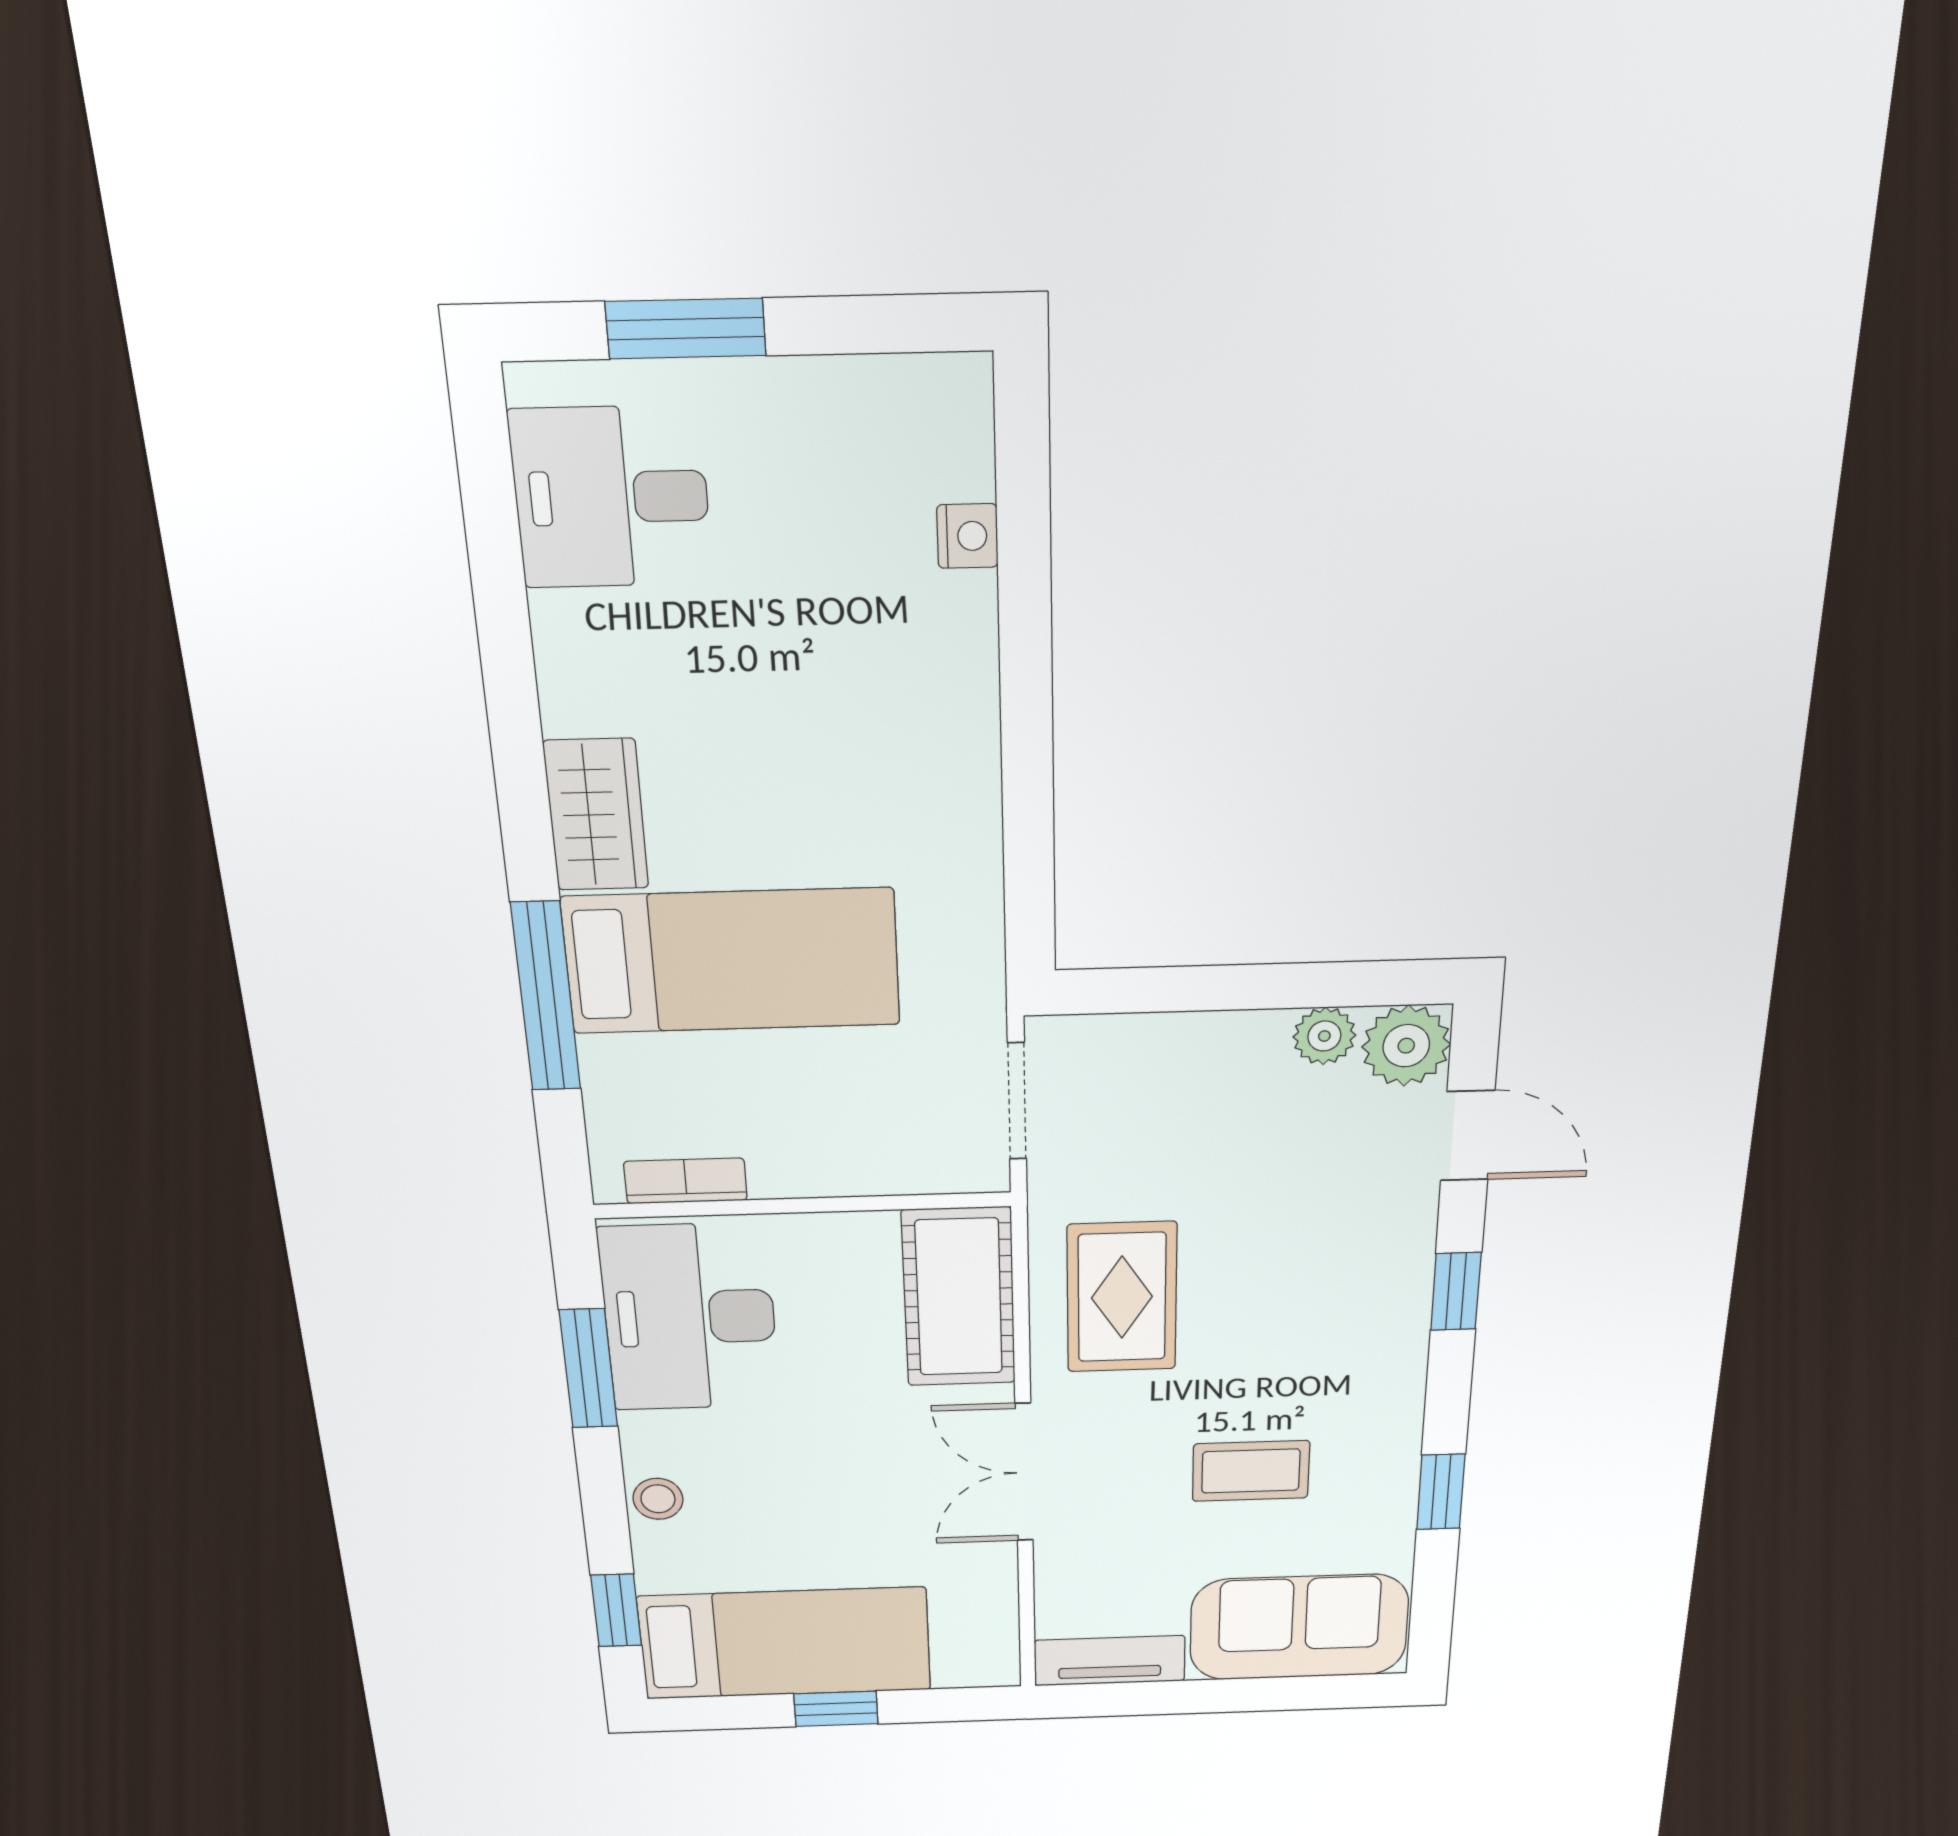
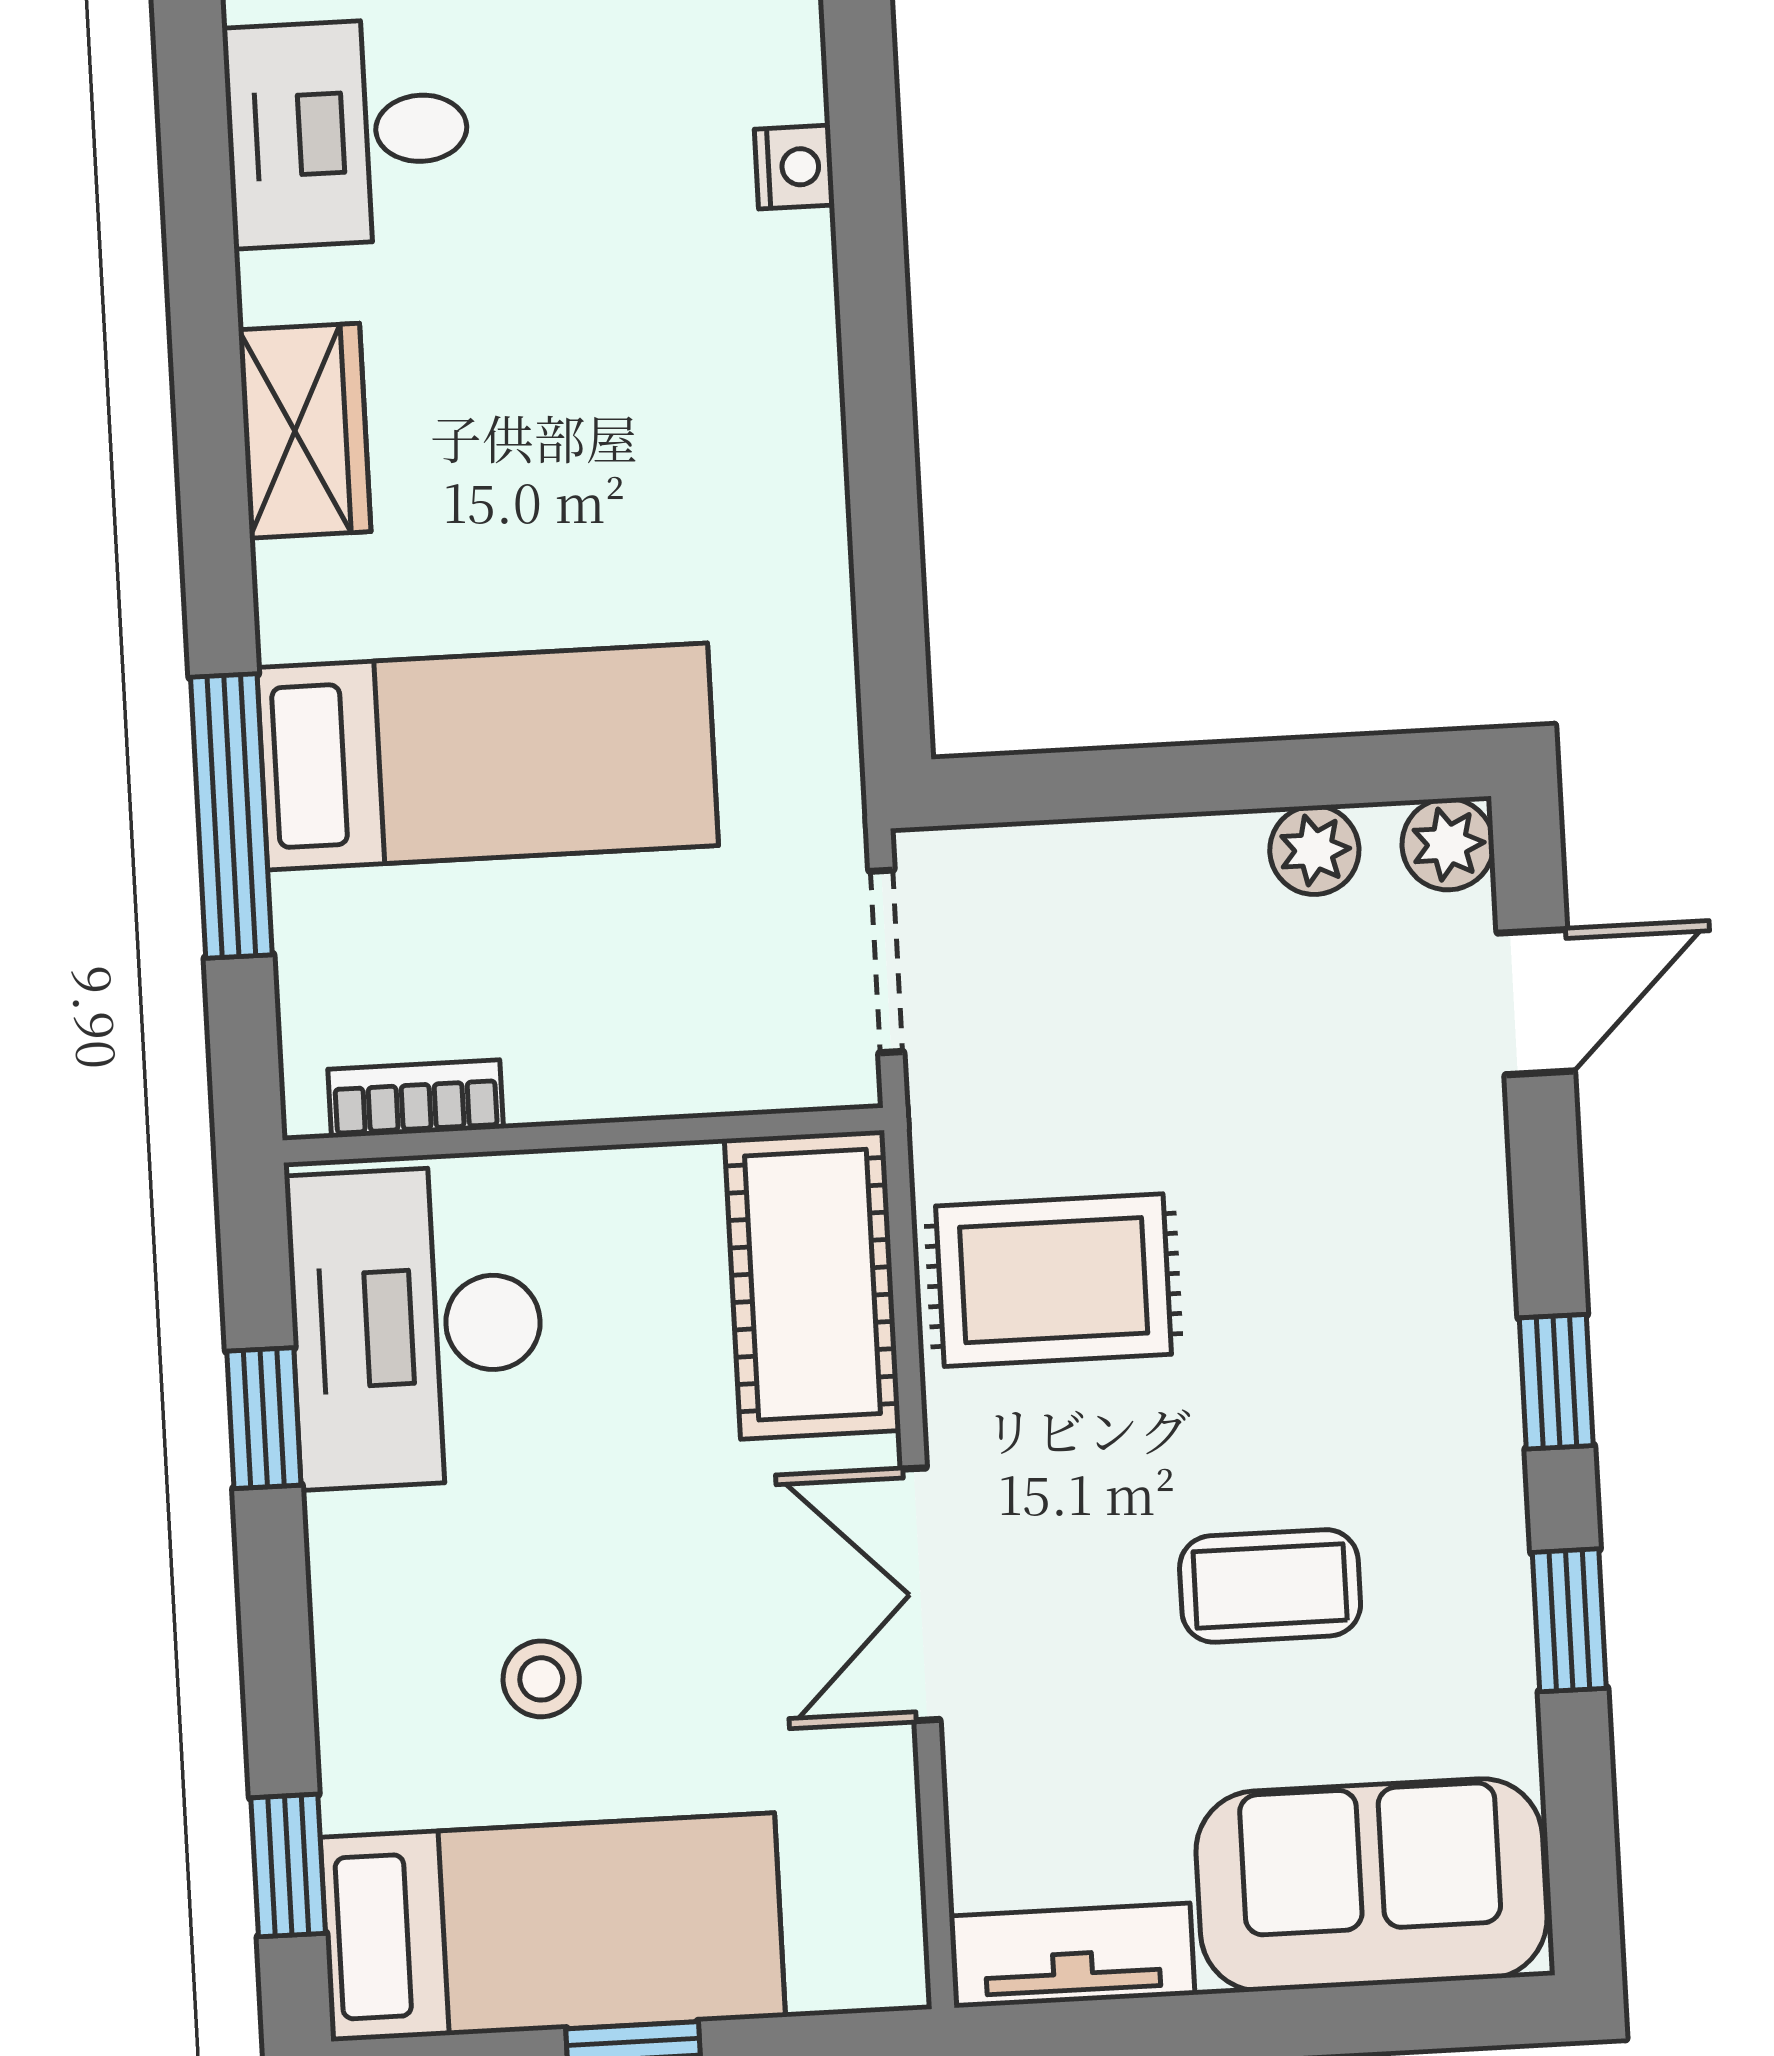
wardrobe: (596, 815) -> (305, 431), moved
plant: (1406, 1046) -> (1448, 844), width x0.73, depth x0.73
door: (1468, 1136) -> (1536, 1002), hinge flipped
window: (1456, 1291) -> (1556, 1382), moved
rug: (1122, 1297) -> (1054, 1280), turned 90
window: (588, 1369) -> (264, 1418), width x0.67
stool: (658, 1499) -> (541, 1679), moved

